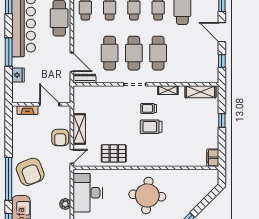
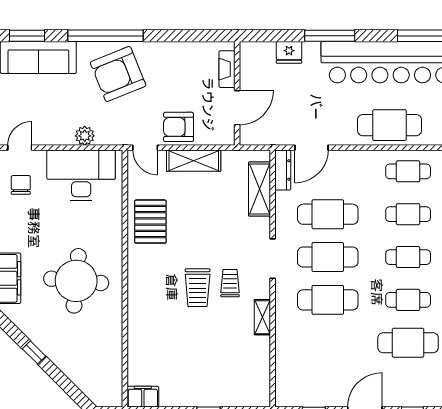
shelving: (200, 92) -> (259, 189), moved
trolley: (151, 127) -> (198, 288), turned 180
plant: (65, 204) -> (85, 136), moved

